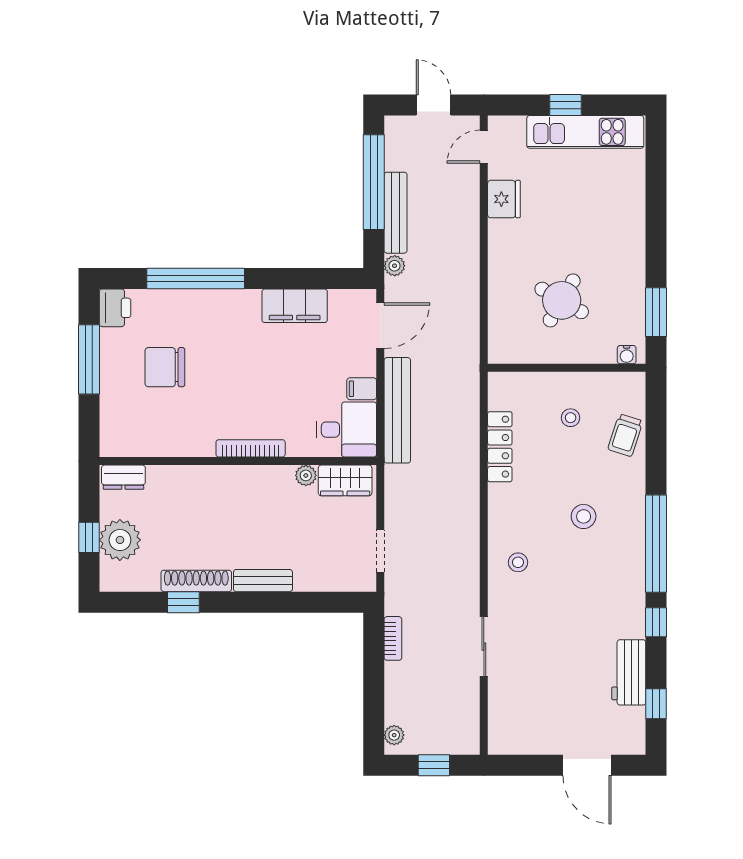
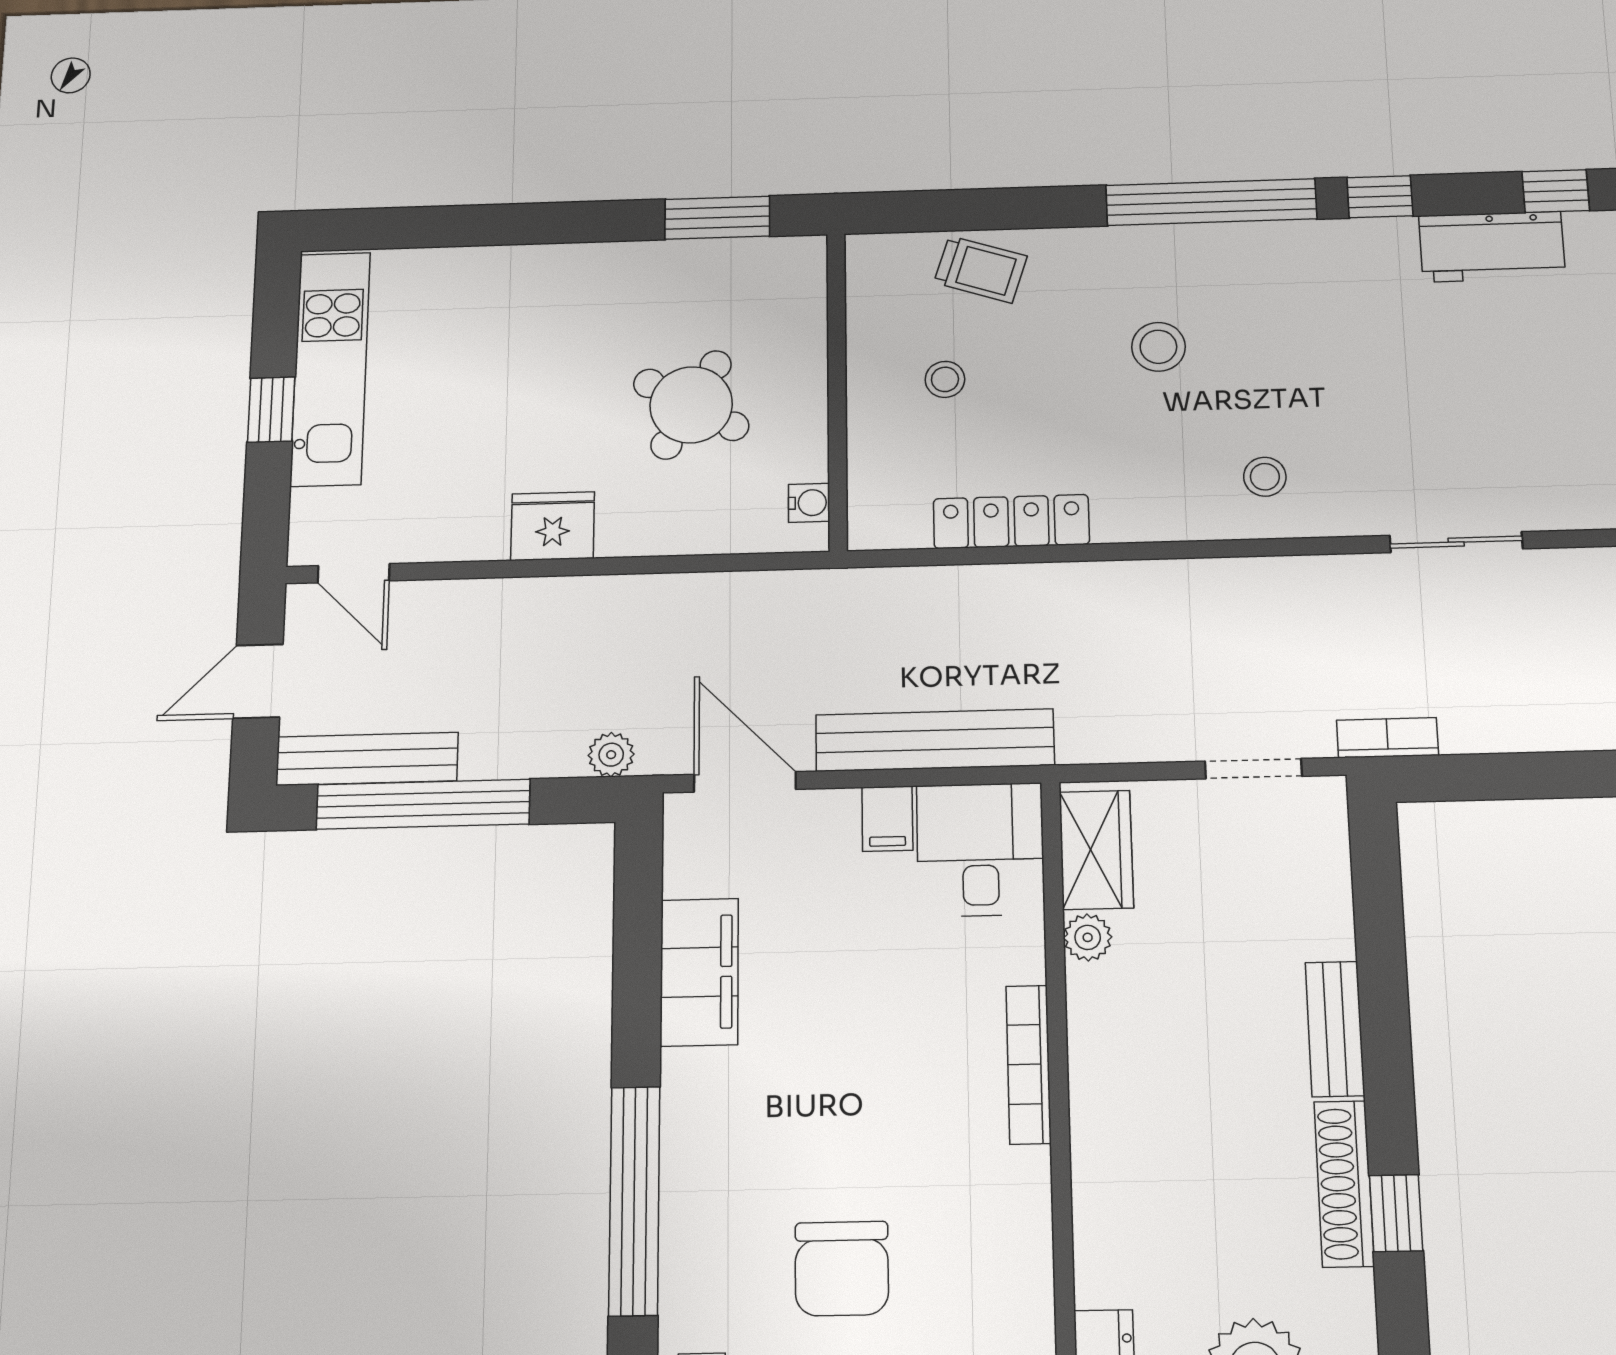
fridge: (504, 199) -> (553, 526), moved
bench: (396, 213) -> (367, 759), moved
water cooler: (627, 355) -> (809, 503), moved
bookcase: (393, 638) -> (1387, 738), moved

